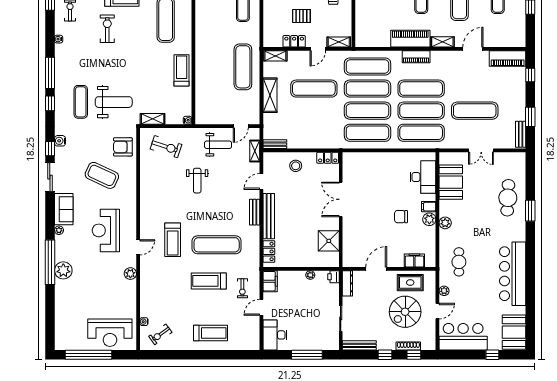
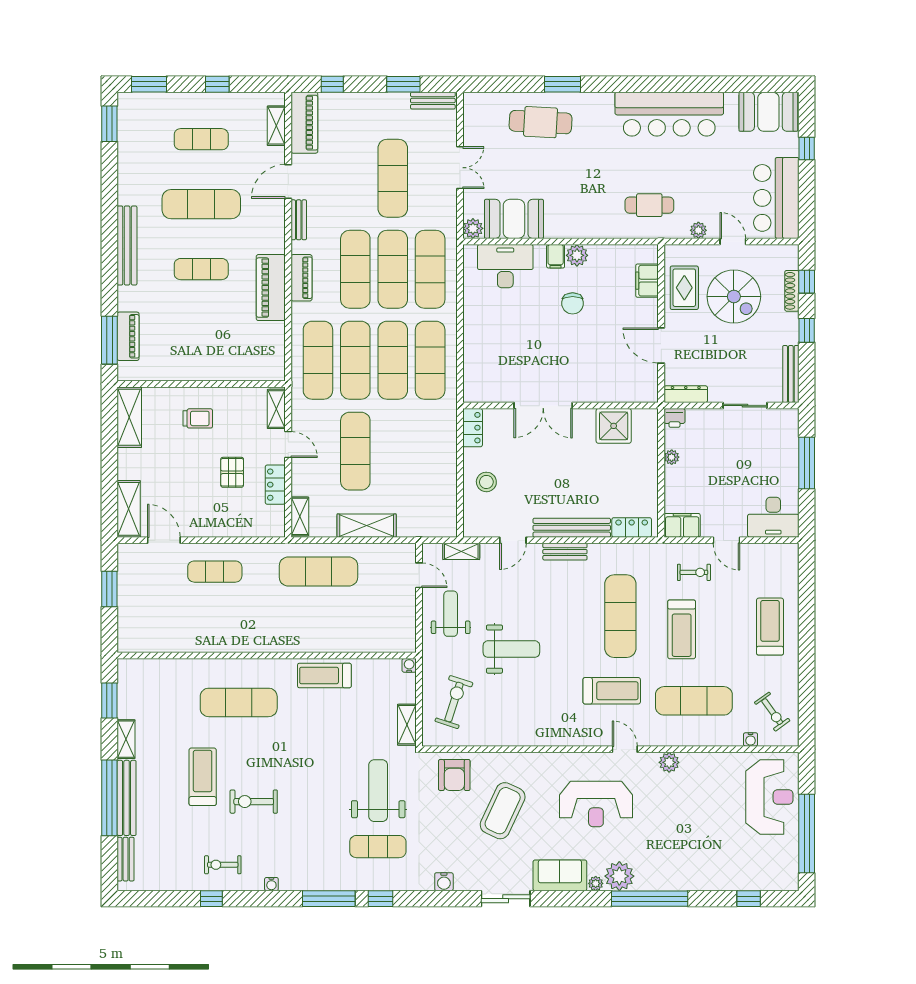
shelving: (442, 42) -> (276, 126), moved
door: (473, 49) -> (288, 182), hinge flipped
bench: (275, 144) -> (299, 220), moved
window: (50, 149) -> (749, 899), moved
weight bench: (197, 181) -> (511, 649), width x1.36, depth x1.33
door: (261, 181) -> (513, 540), hinge flipped
plant: (445, 223) -> (473, 228), moved
plant: (63, 270) -> (619, 876), moved
exercise mat: (167, 288) -> (694, 701), added

